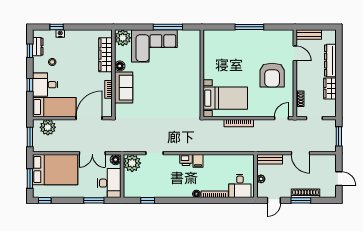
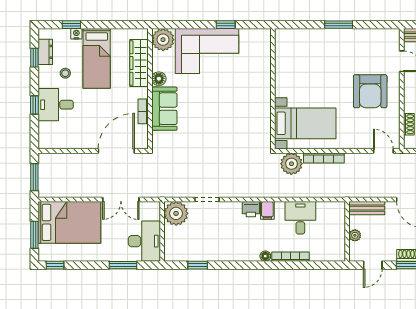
window: (168, 27) -> (226, 25), width x0.46
window: (249, 27) -> (339, 25), width x0.69
bed: (54, 107) -> (97, 58), moved, turned 90
door: (282, 118) -> (383, 151), hinge flipped
plant: (48, 127) -> (291, 164), moved
floor lamp: (116, 160) -> (153, 209), removed
desk: (240, 186) -> (300, 218), moved, turned 180

